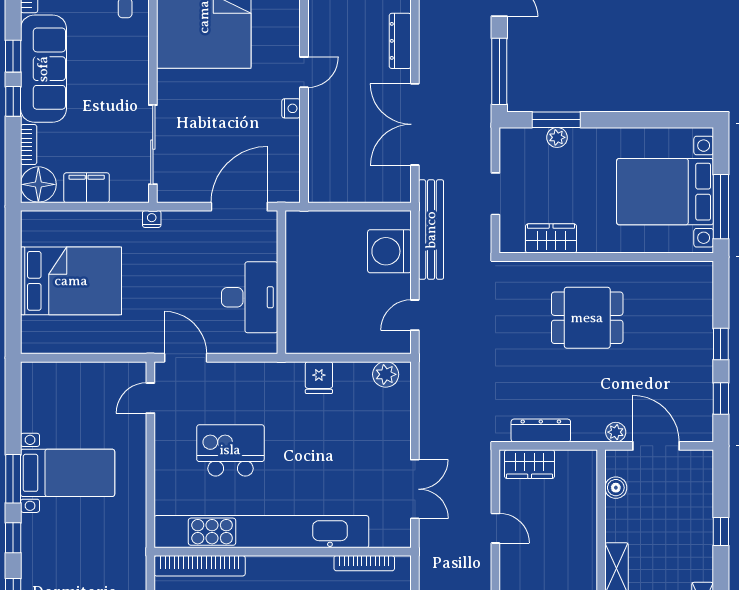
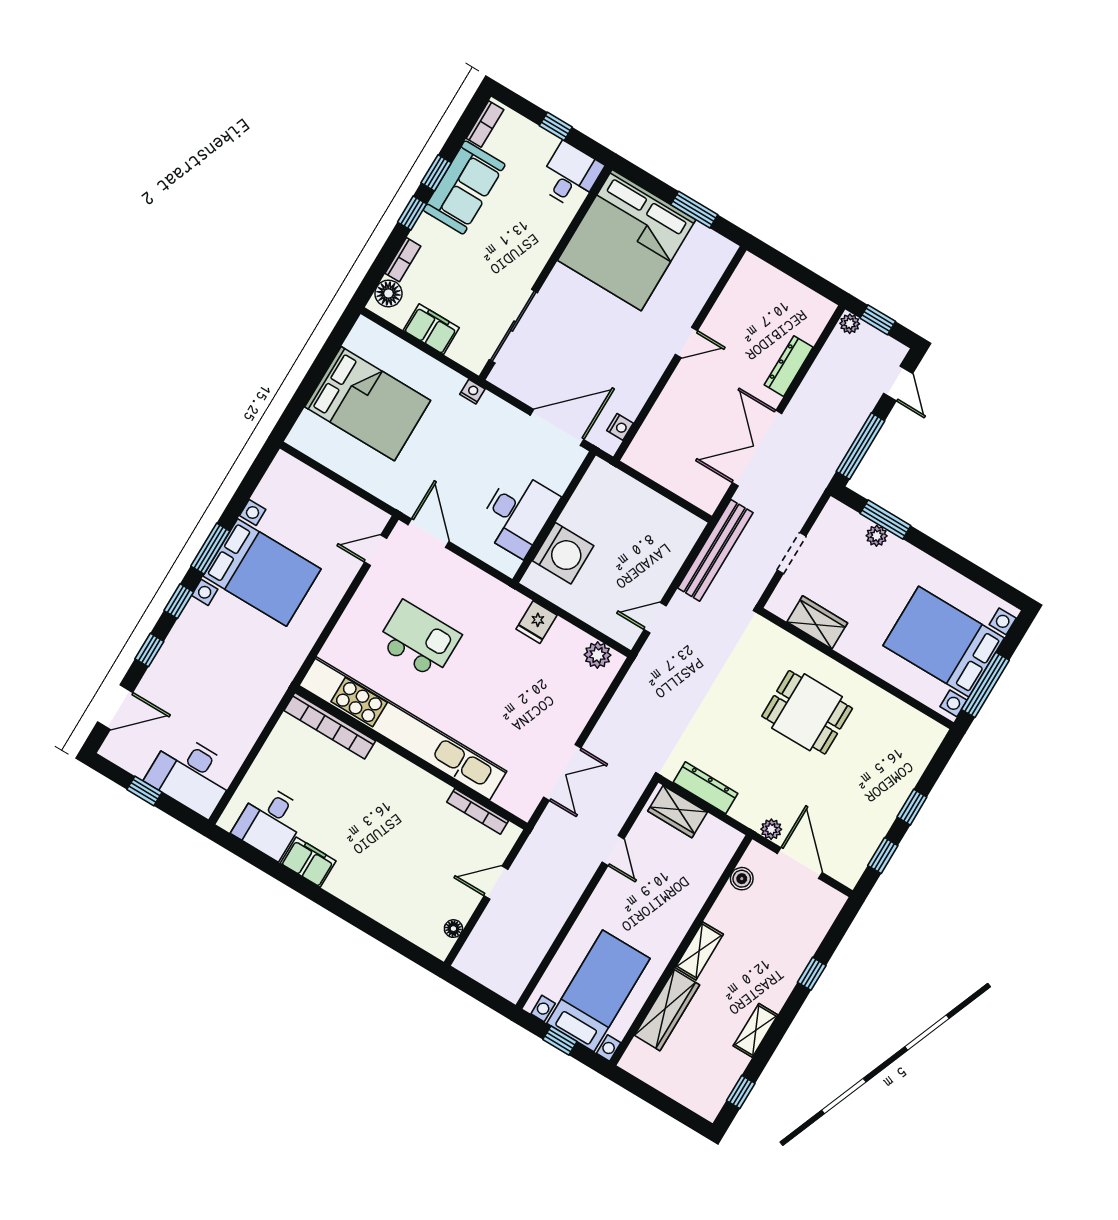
sofa: (43, 69) -> (464, 187), width x0.73
nightstand: (291, 108) -> (620, 427), moved
floor lamp: (38, 184) -> (388, 293), width x0.73, depth x0.73
washing machine: (389, 251) -> (563, 553), moved, turned 180
bed with nightstands: (68, 473) -> (262, 573), width x1.36

